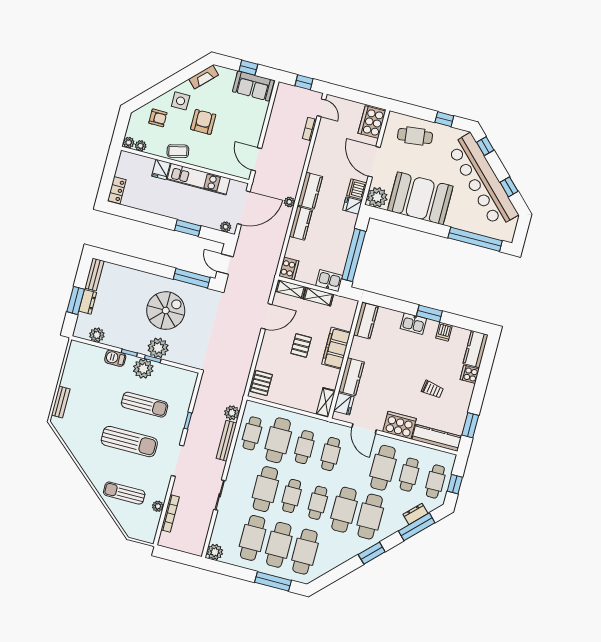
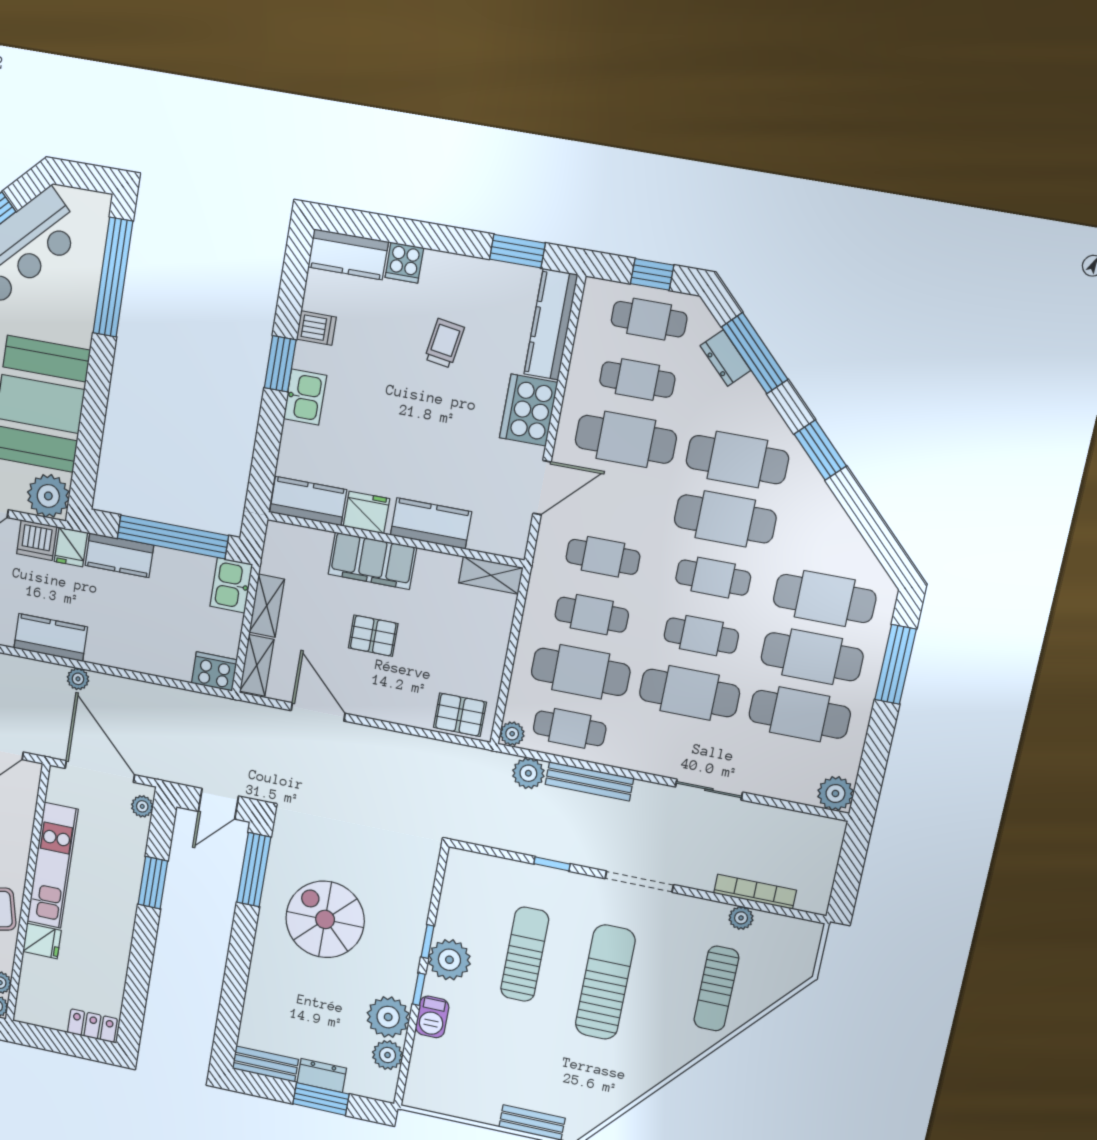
kitchen counter: (301, 223) -> (119, 555), moved, turned 180
plant: (158, 348) -> (388, 1017), moved
fridge: (344, 404) -> (366, 512), moved
plant: (251, 407) -> (512, 734), added

